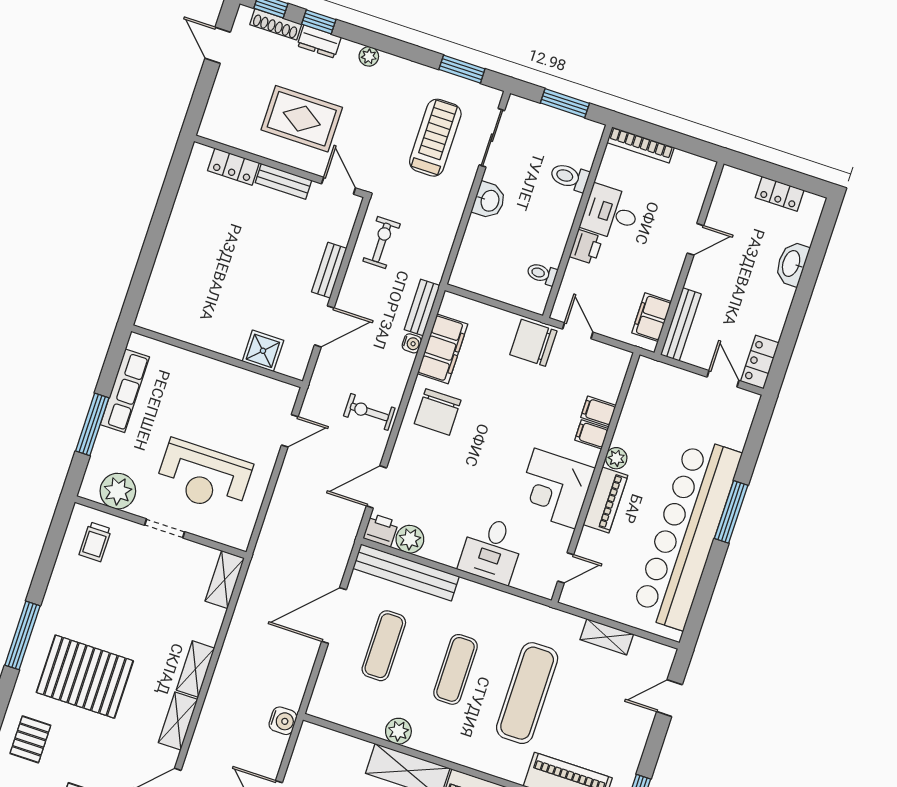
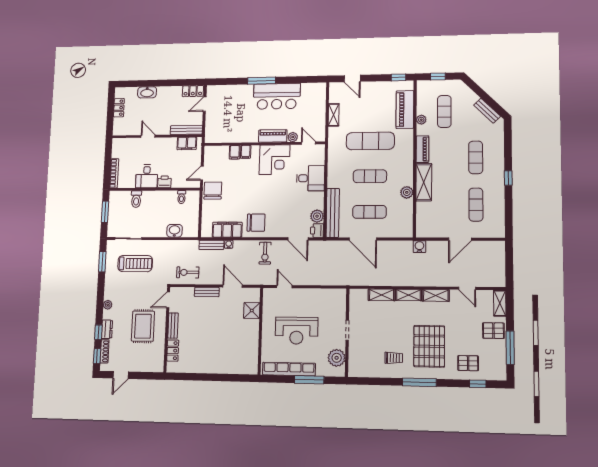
treadmill: (435, 138) -> (135, 264), turned 180
washbasin: (489, 201) -> (175, 231), moved
chair: (533, 343) -> (213, 191), turned 180
row of seats: (125, 391) -> (289, 369), width x1.36
plant: (616, 458) -> (293, 137), moved
reception desk: (204, 477) -> (297, 331), moved, turned 90
bar counter: (686, 533) -> (277, 96), width x0.54
trolley: (95, 542) -> (394, 358), moved
shelving: (225, 580) -> (382, 295), moved

